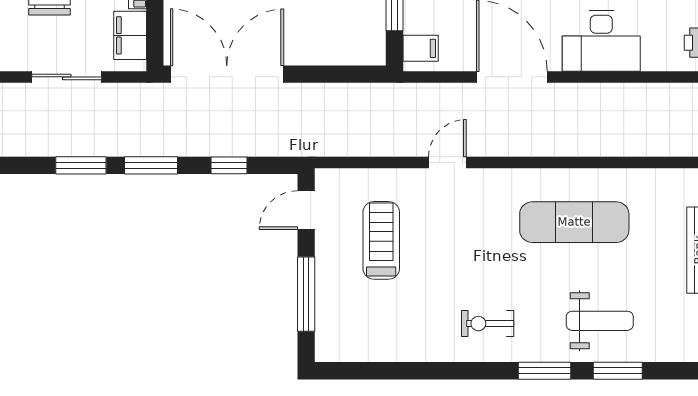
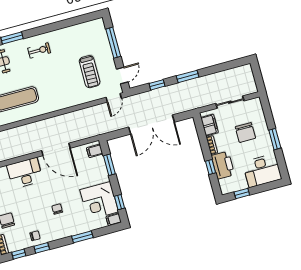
double door: (227, 74) -> (152, 125), moved
door: (447, 163) -> (114, 98), moved
window: (81, 165) -> (215, 69), removed

